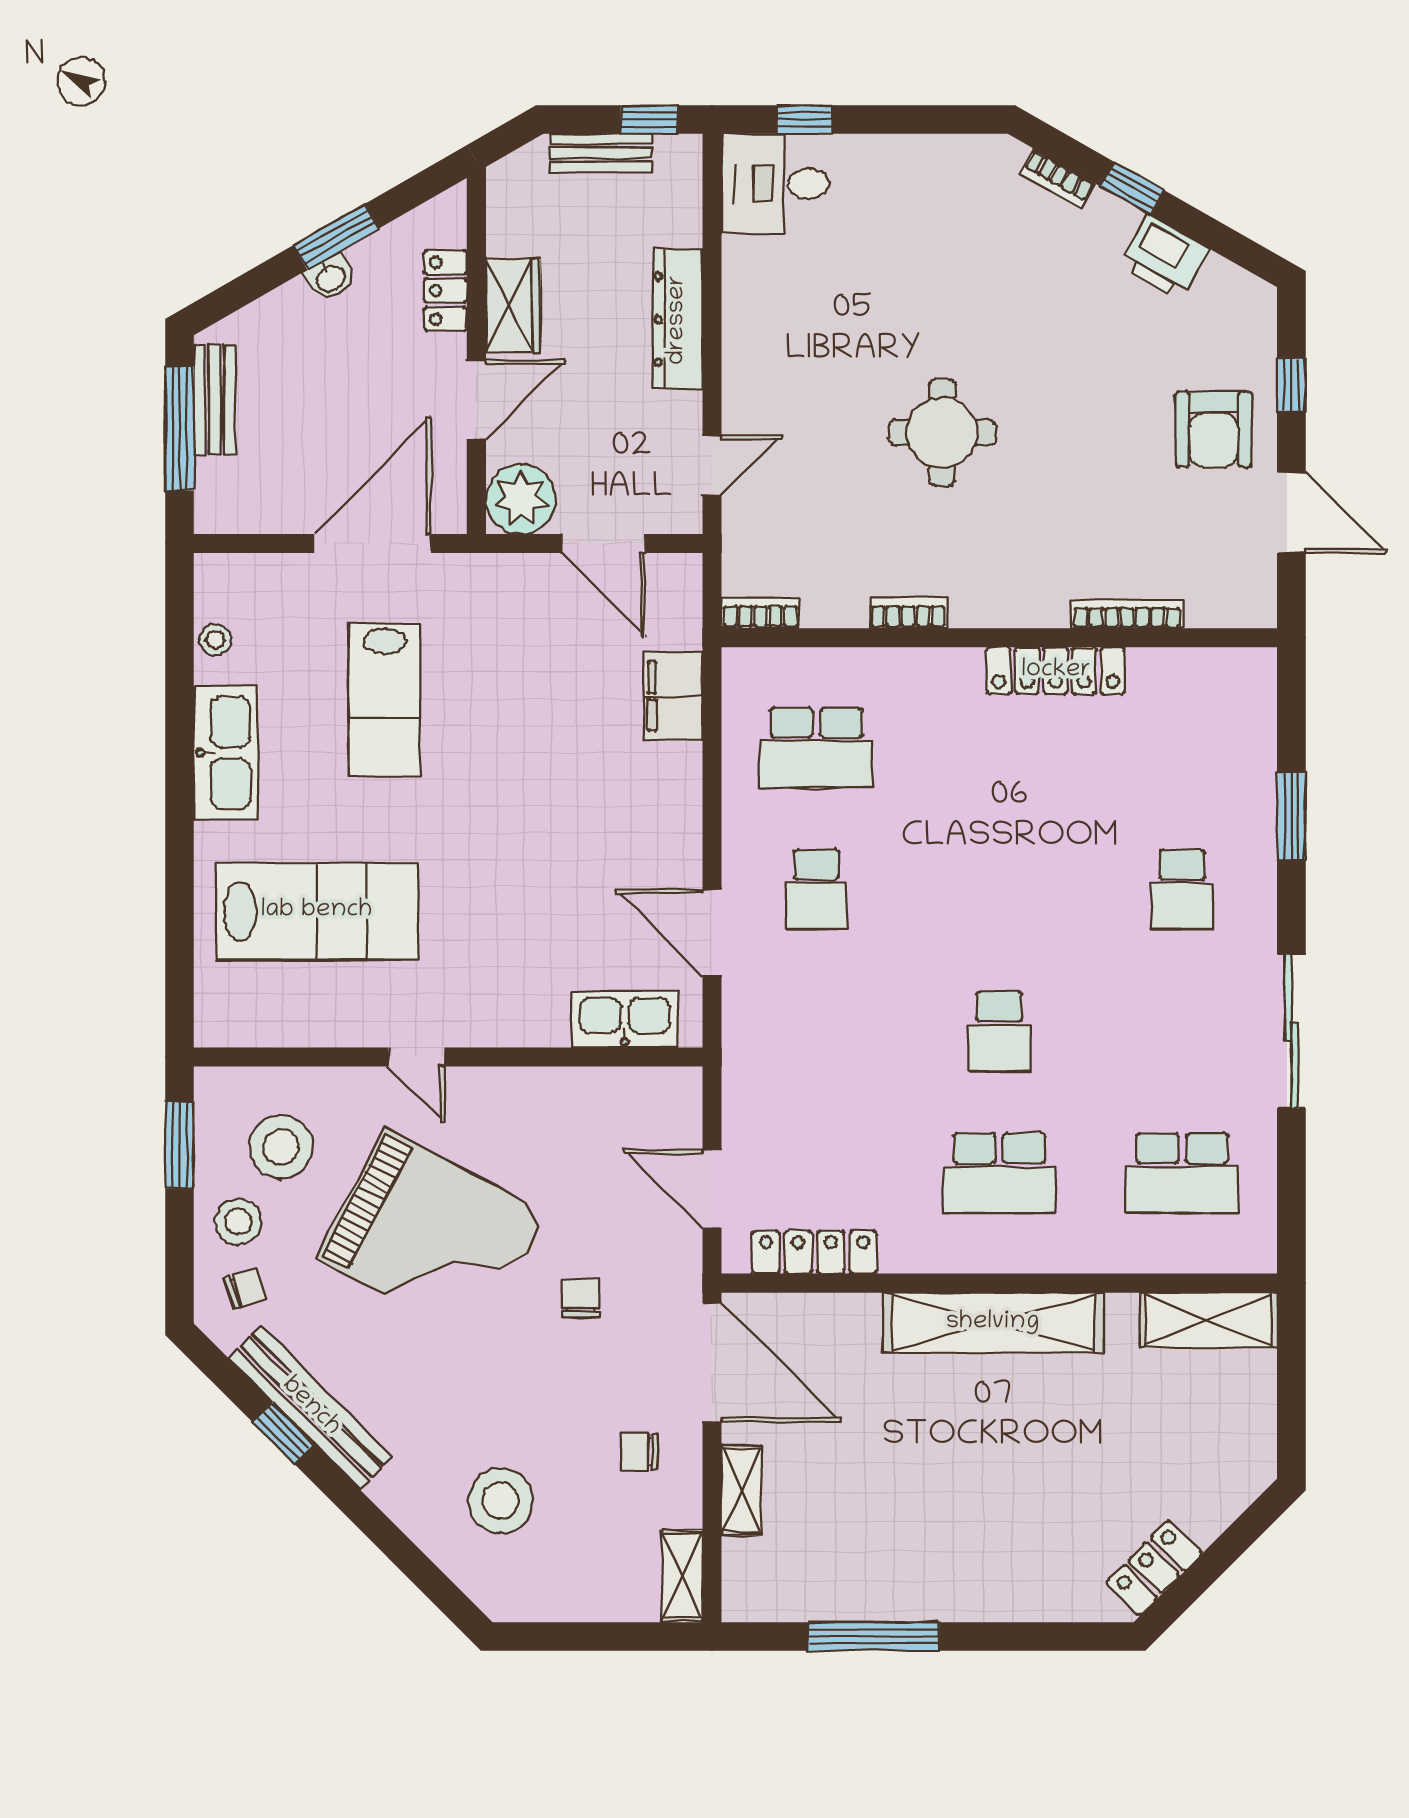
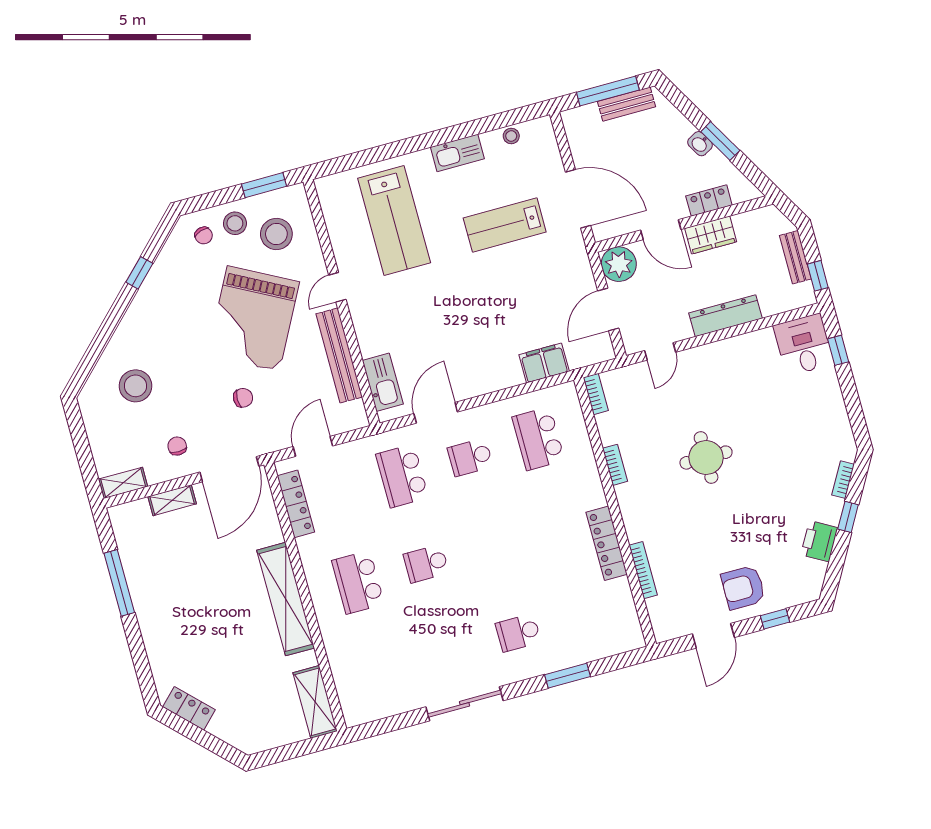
door: (712, 465) -> (660, 351), hinge flipped
kitchen sink: (226, 753) -> (457, 153), width x0.73, depth x0.81
school desk: (1182, 1173) -> (402, 476), moved
bench: (311, 1407) -> (339, 355), moved, turned -45

